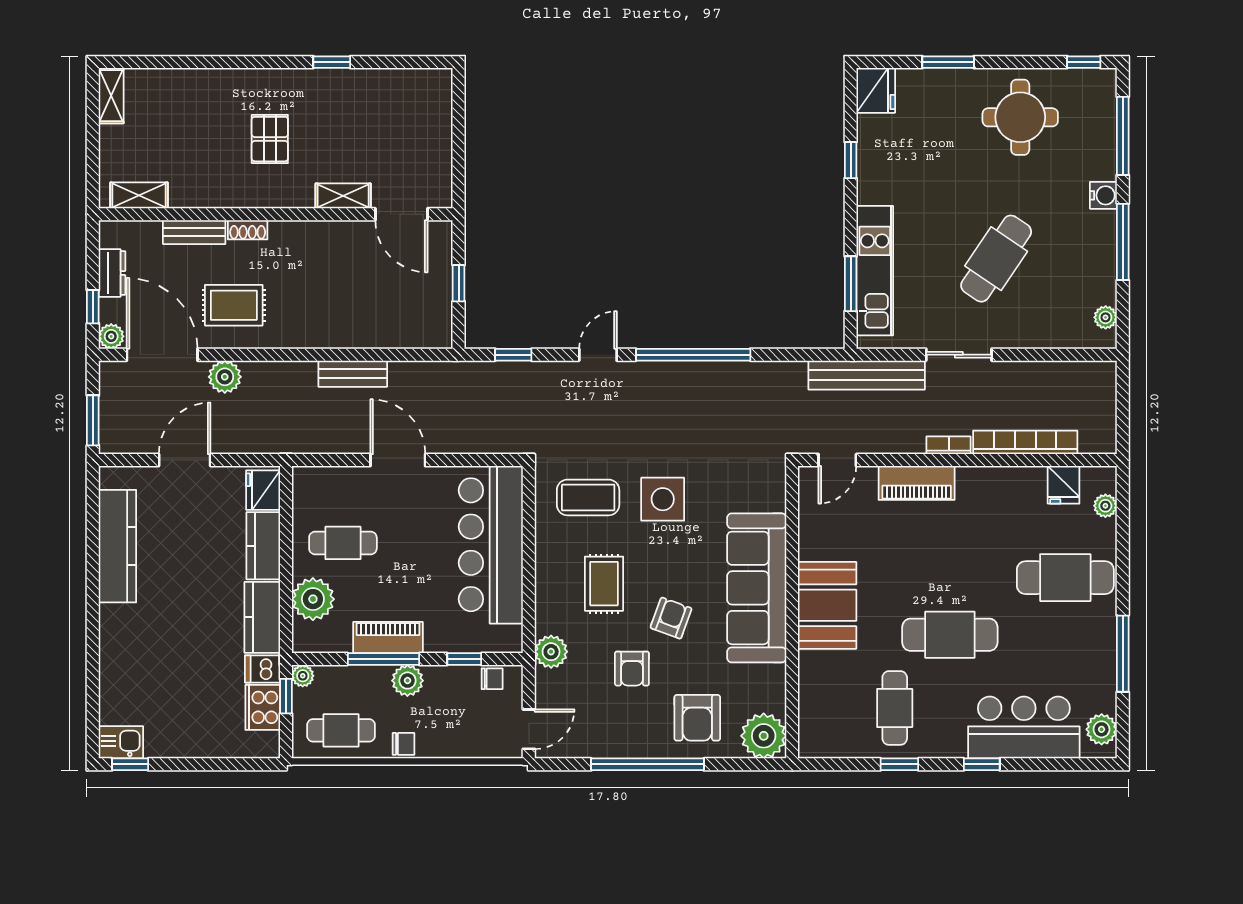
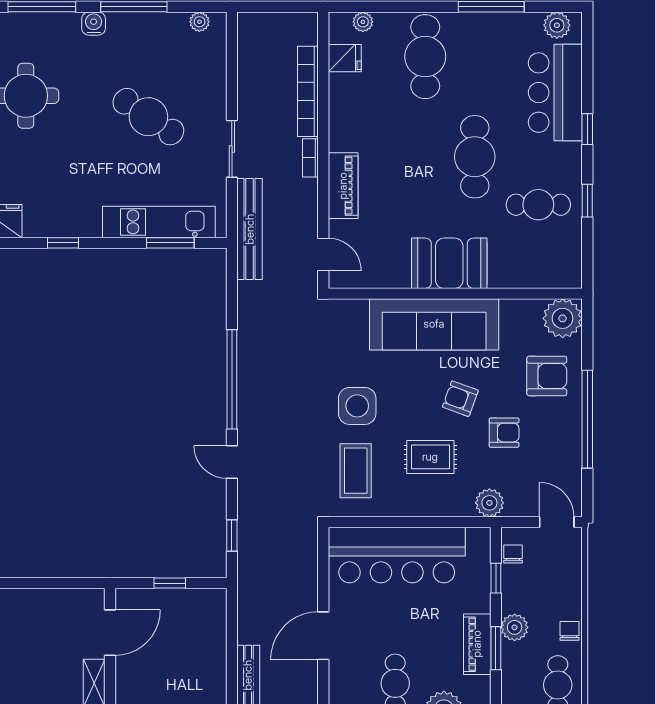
window: (383, 659) -> (496, 648), width x0.69

